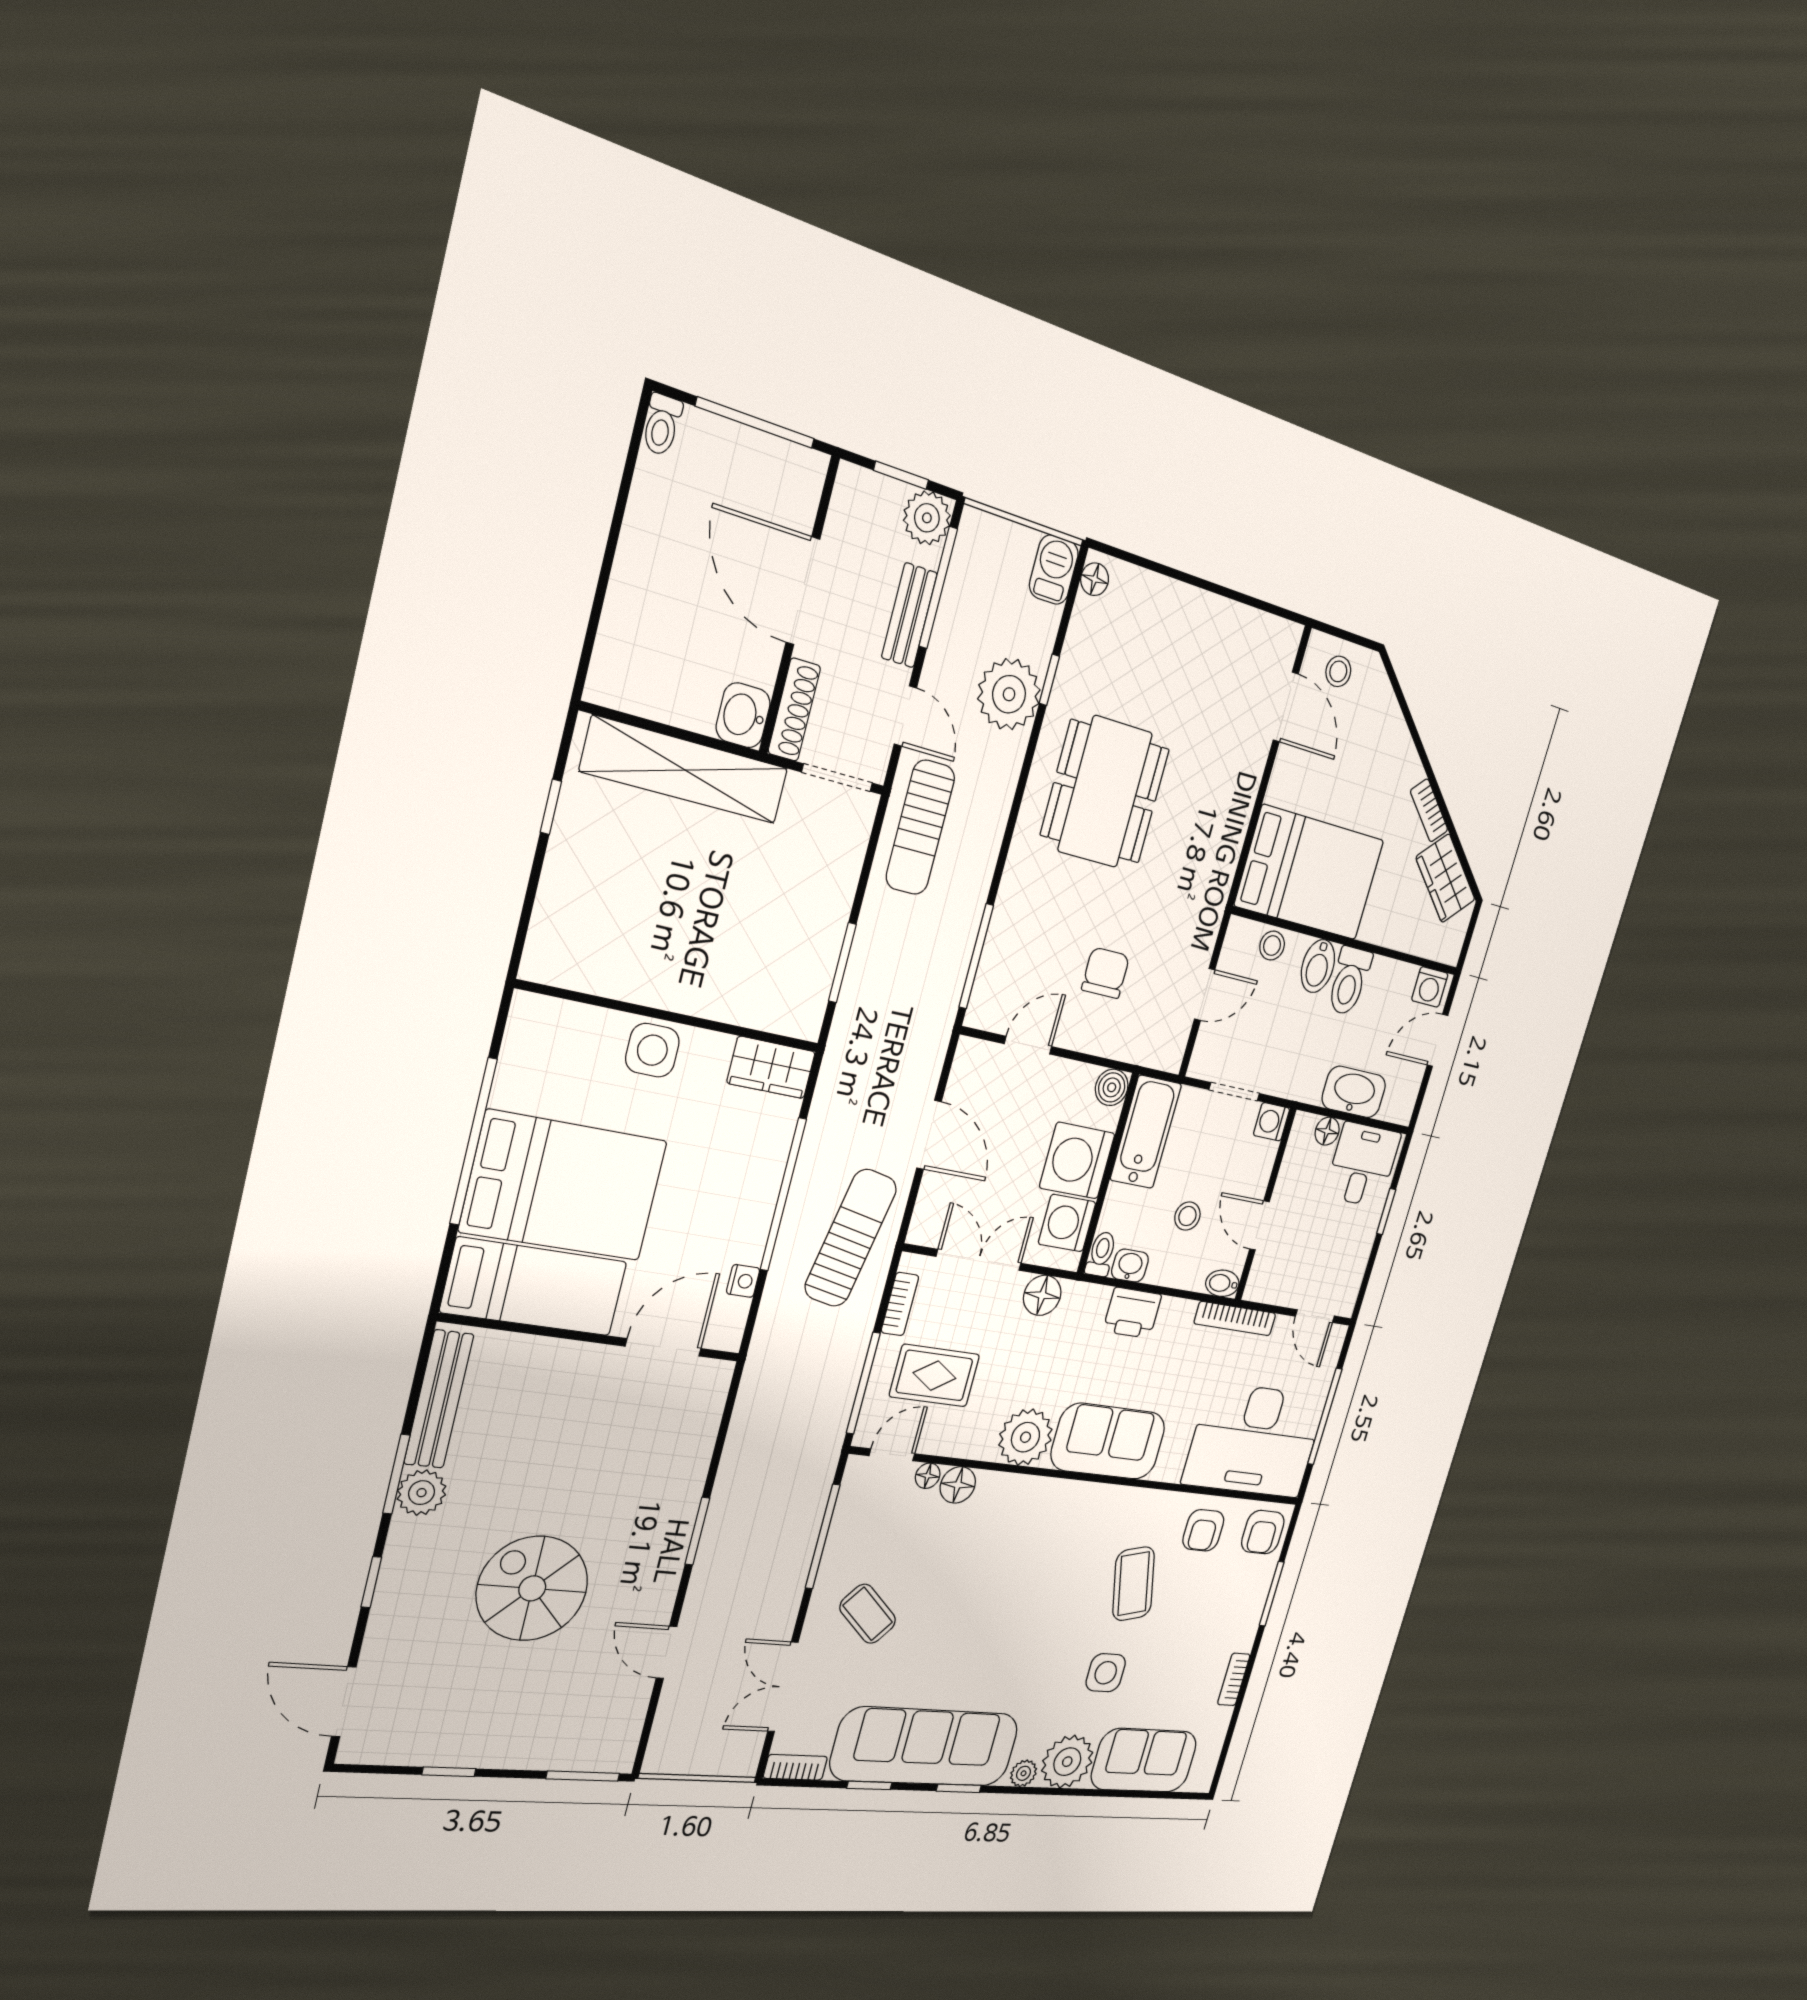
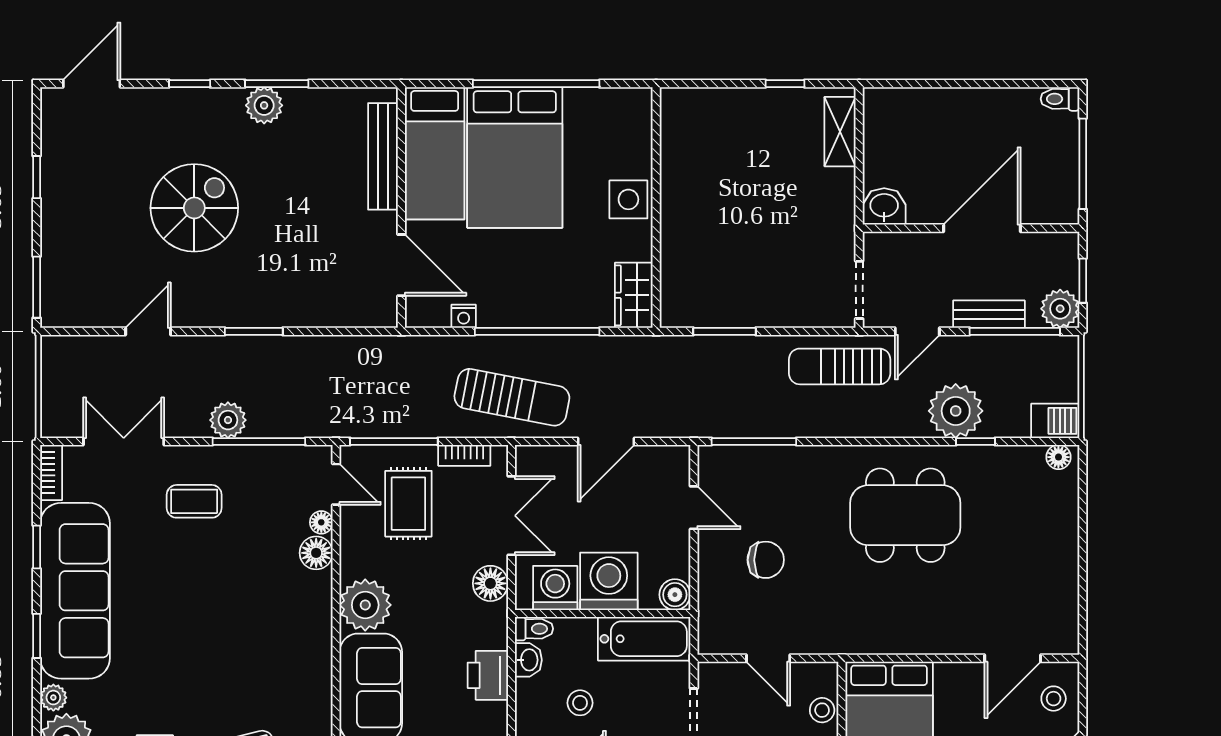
shoe rack: (794, 710) -> (898, 244), removed
shelving: (685, 770) -> (840, 132), width x0.45, depth x0.75
bench: (439, 1399) -> (383, 156), moved, turned 90
plant: (790, 1569) -> (228, 420), added
coffee table: (868, 1614) -> (194, 501), turned 50

